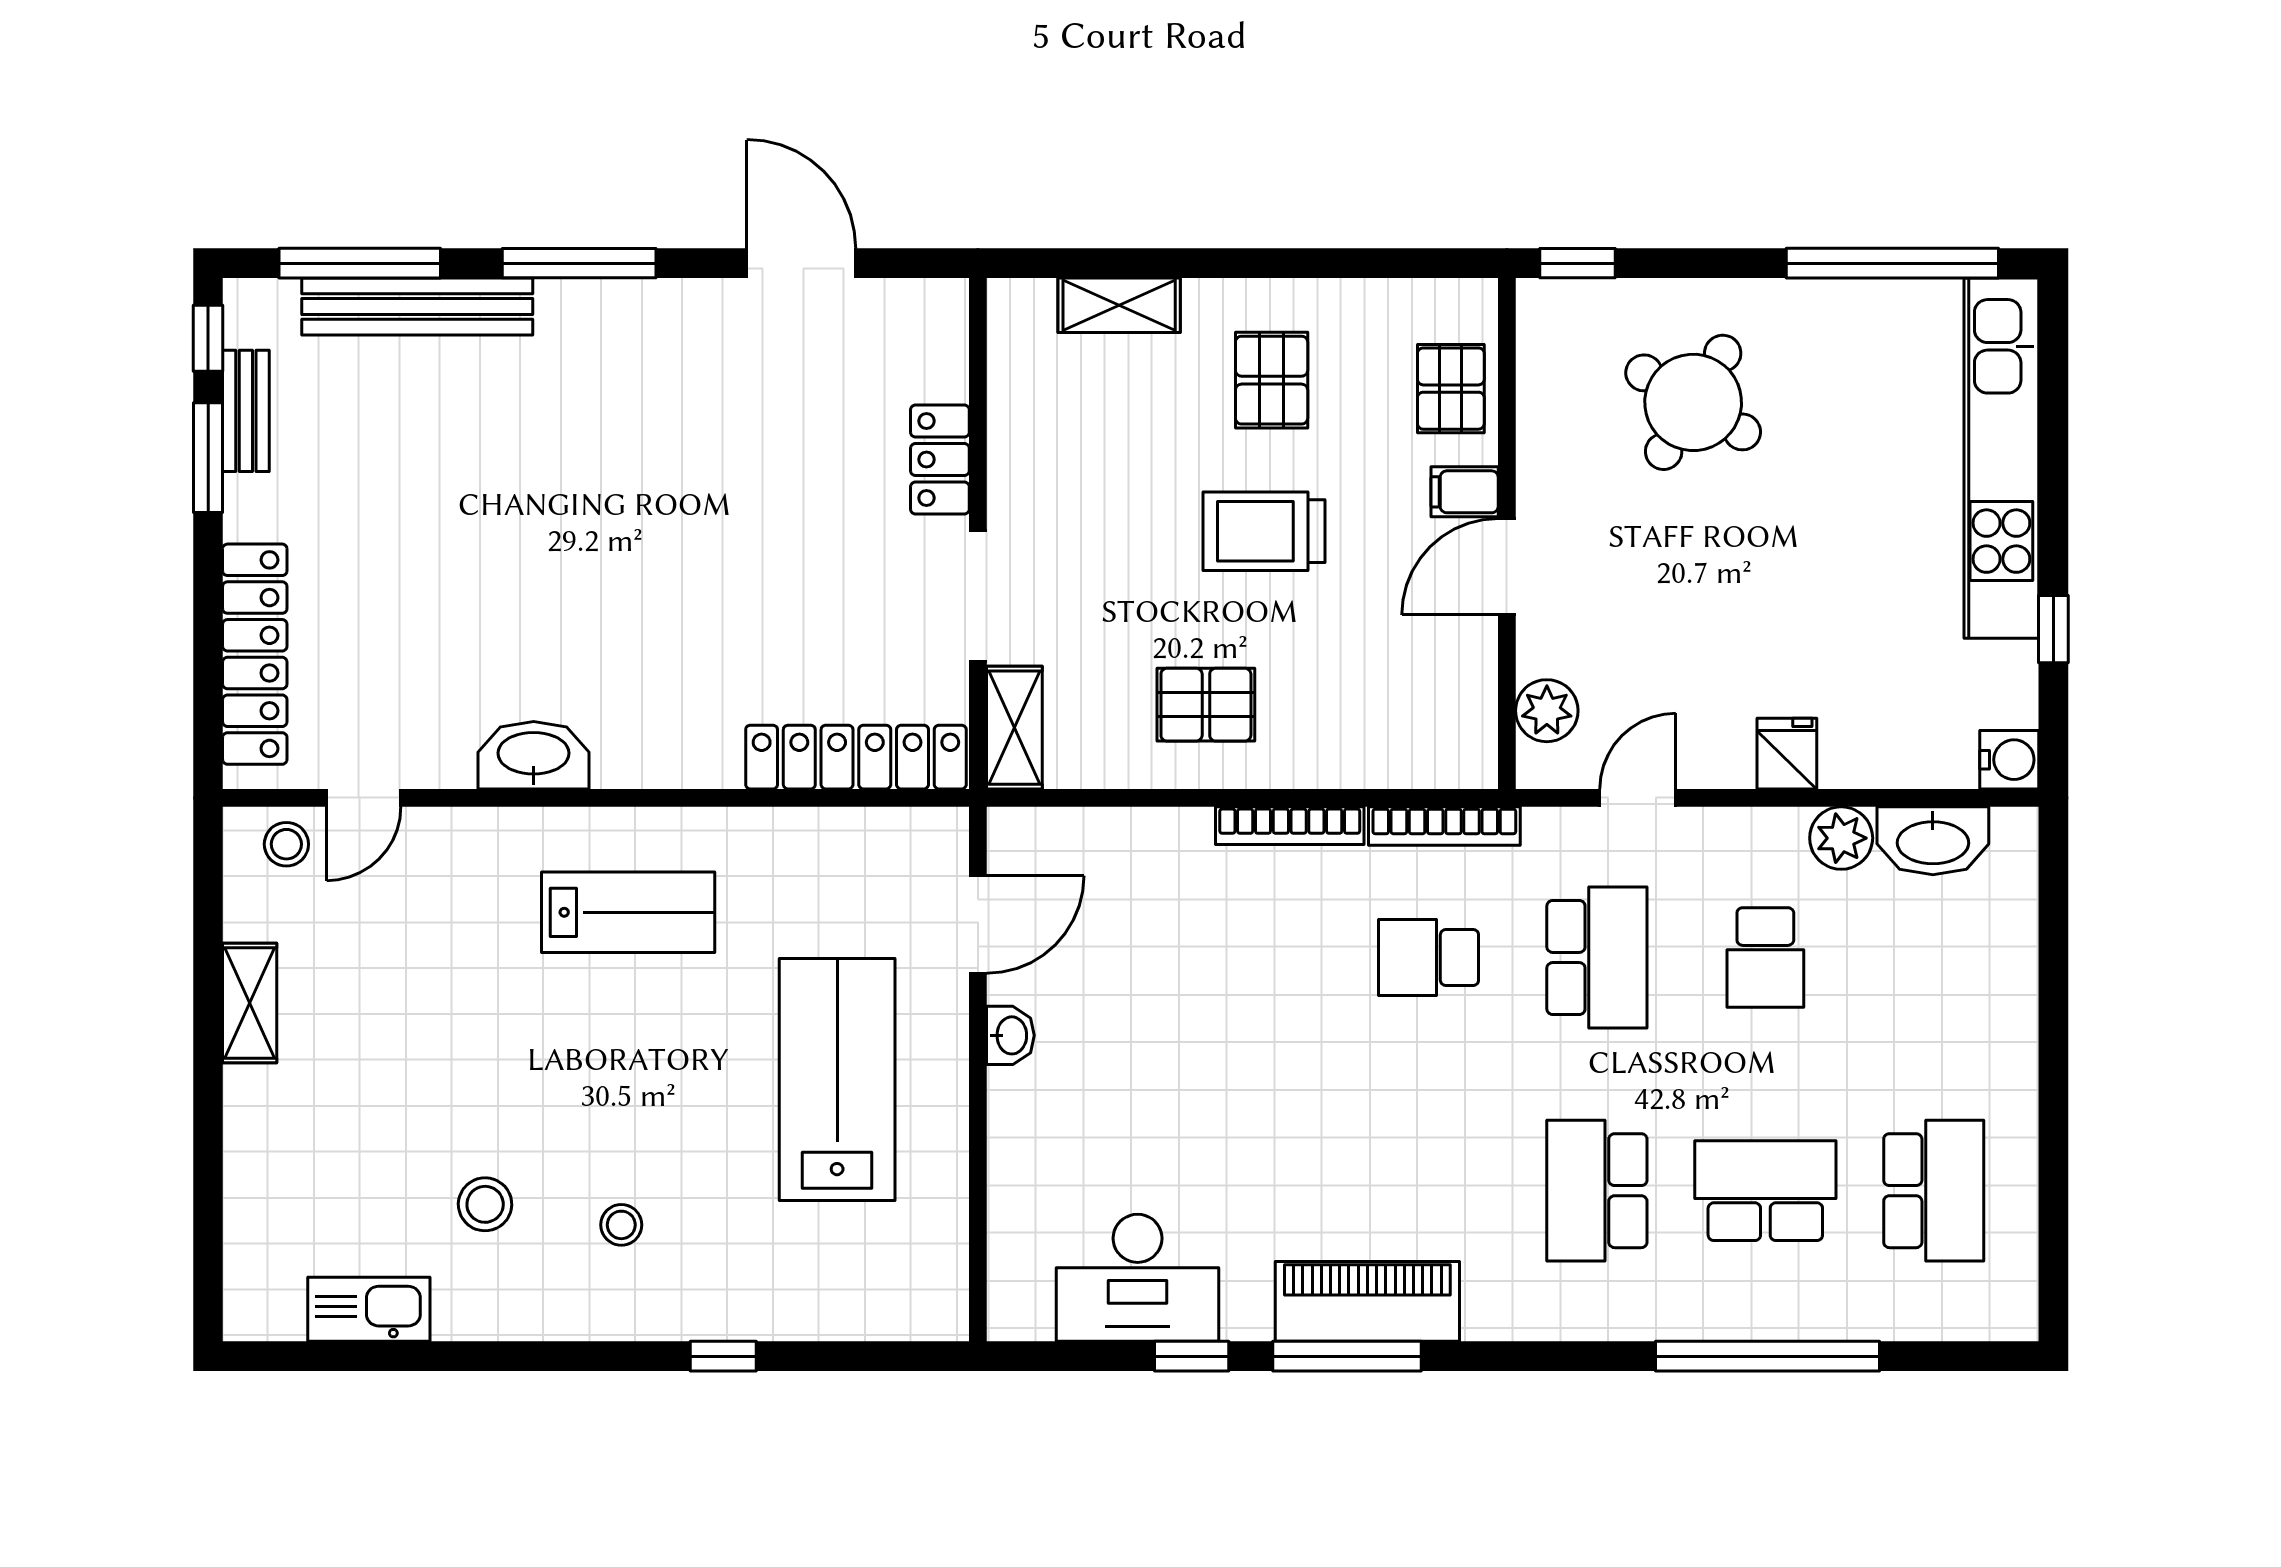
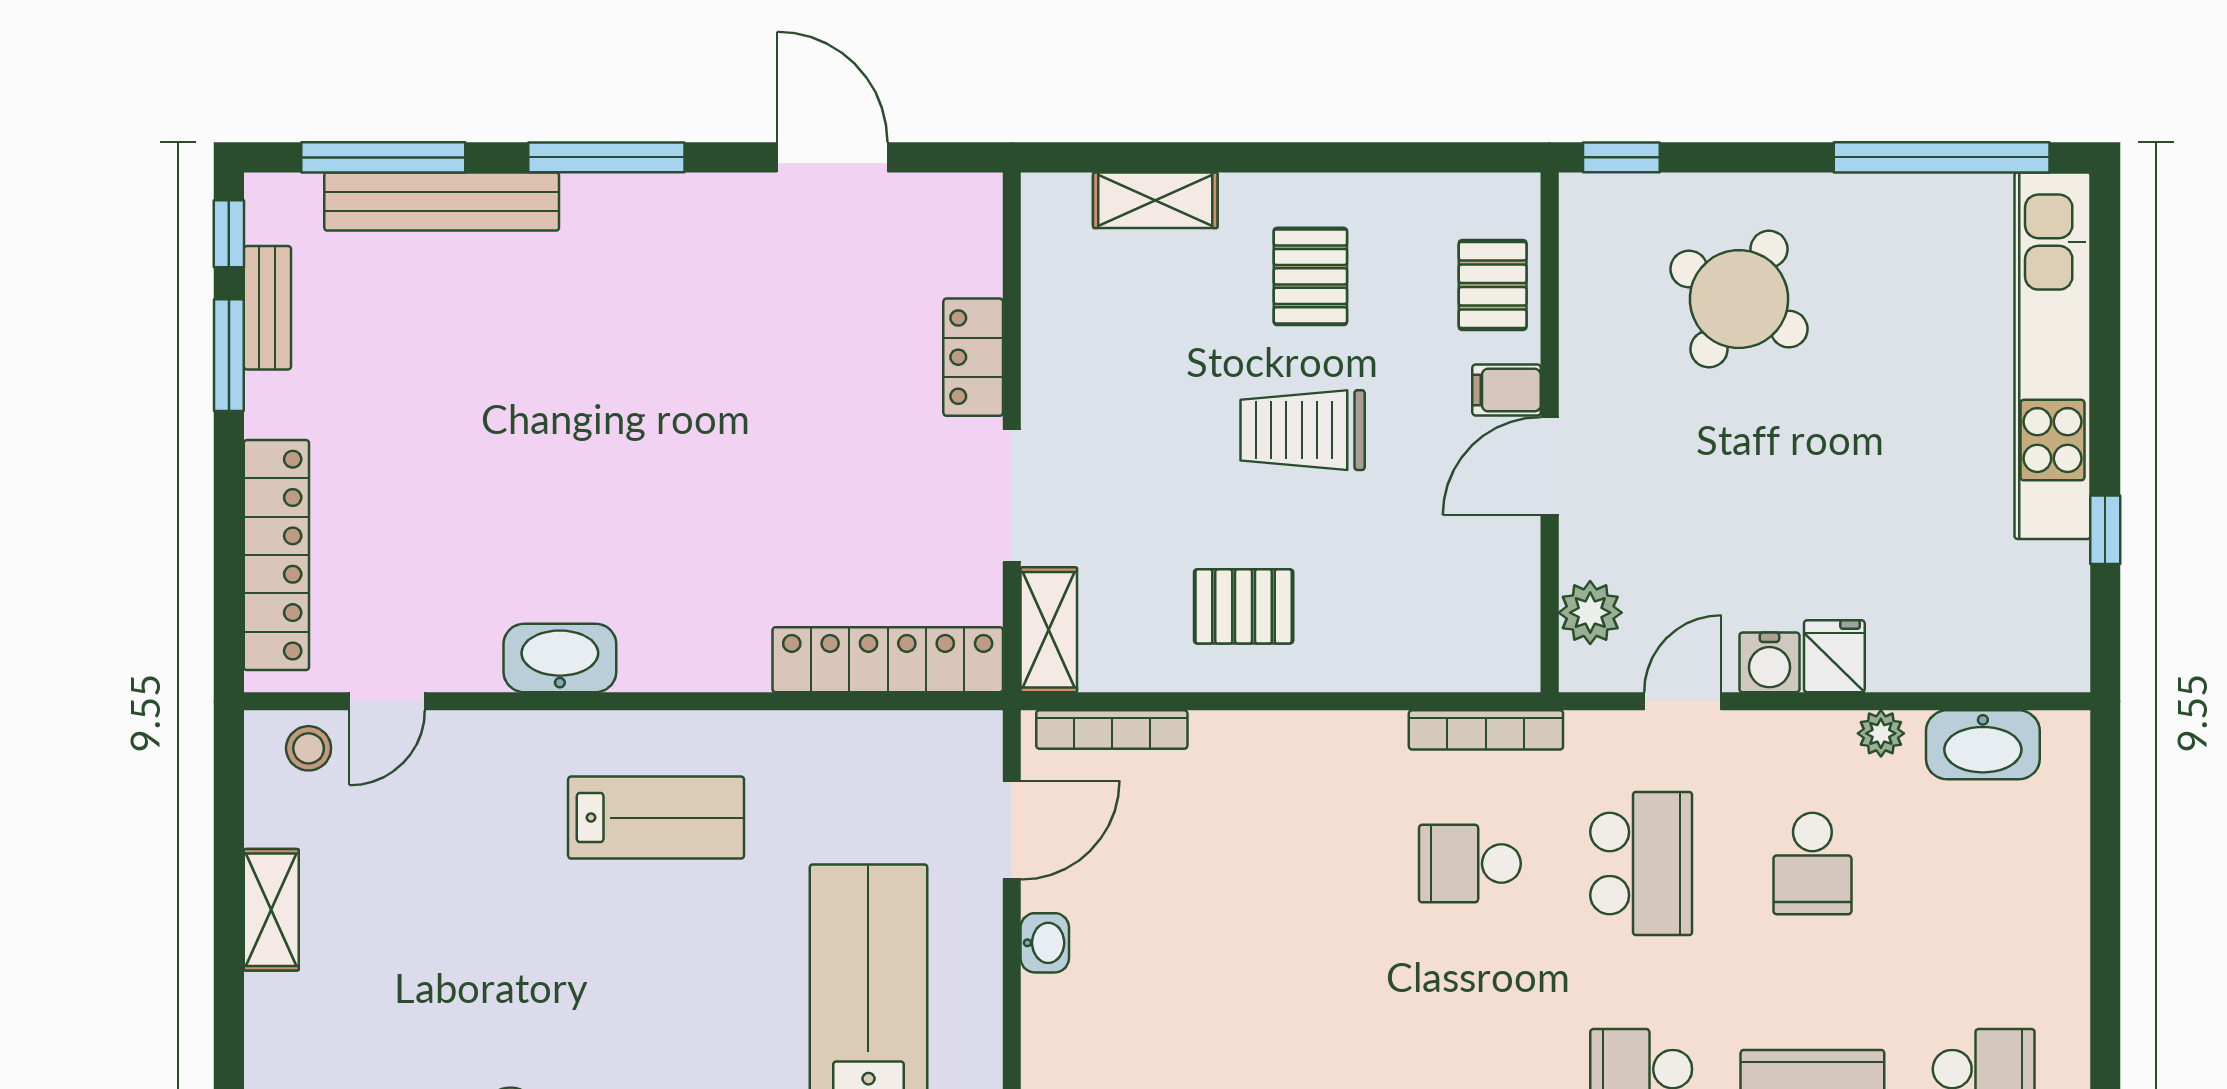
water cooler: (2009, 760) -> (1769, 662), moved, turned 90
bookcase: (1290, 826) -> (1112, 729), moved
plant: (1841, 838) -> (1881, 733), width x0.73, depth x0.73

